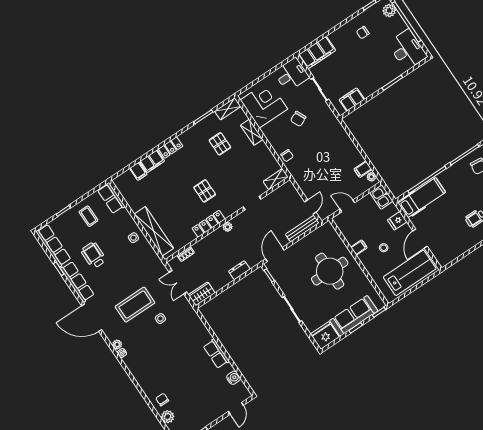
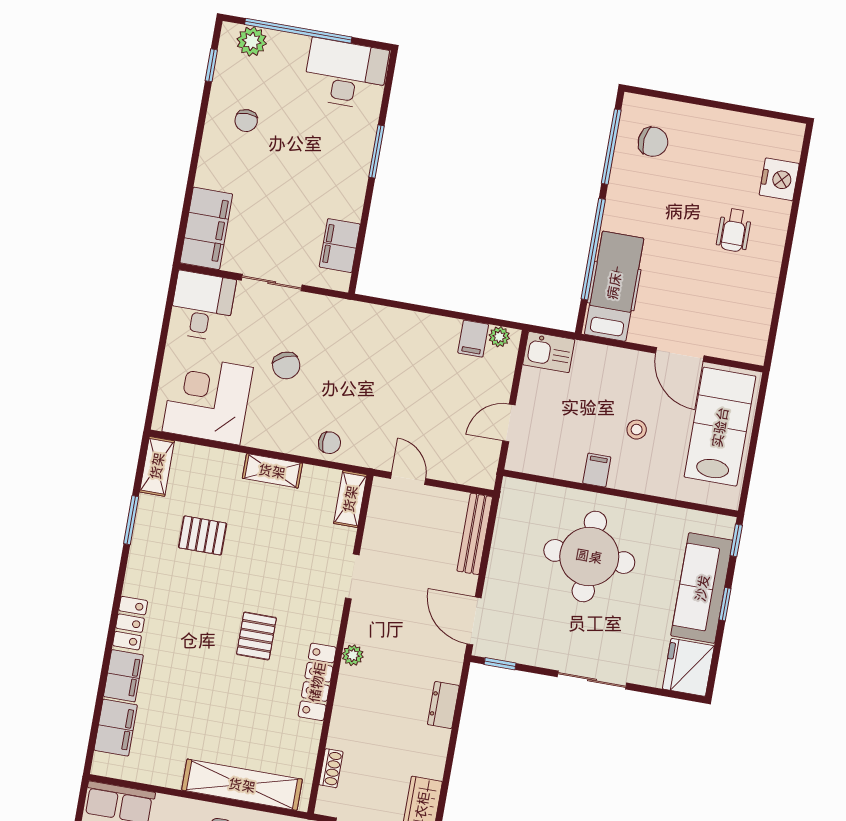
shelving: (252, 132) -> (272, 471), moved
filing cabinet: (138, 171) -> (116, 728), width x2.00
pallet: (205, 191) -> (256, 636), turned 90
door: (310, 207) -> (408, 478), moved
fridge: (397, 221) -> (614, 364), removed

